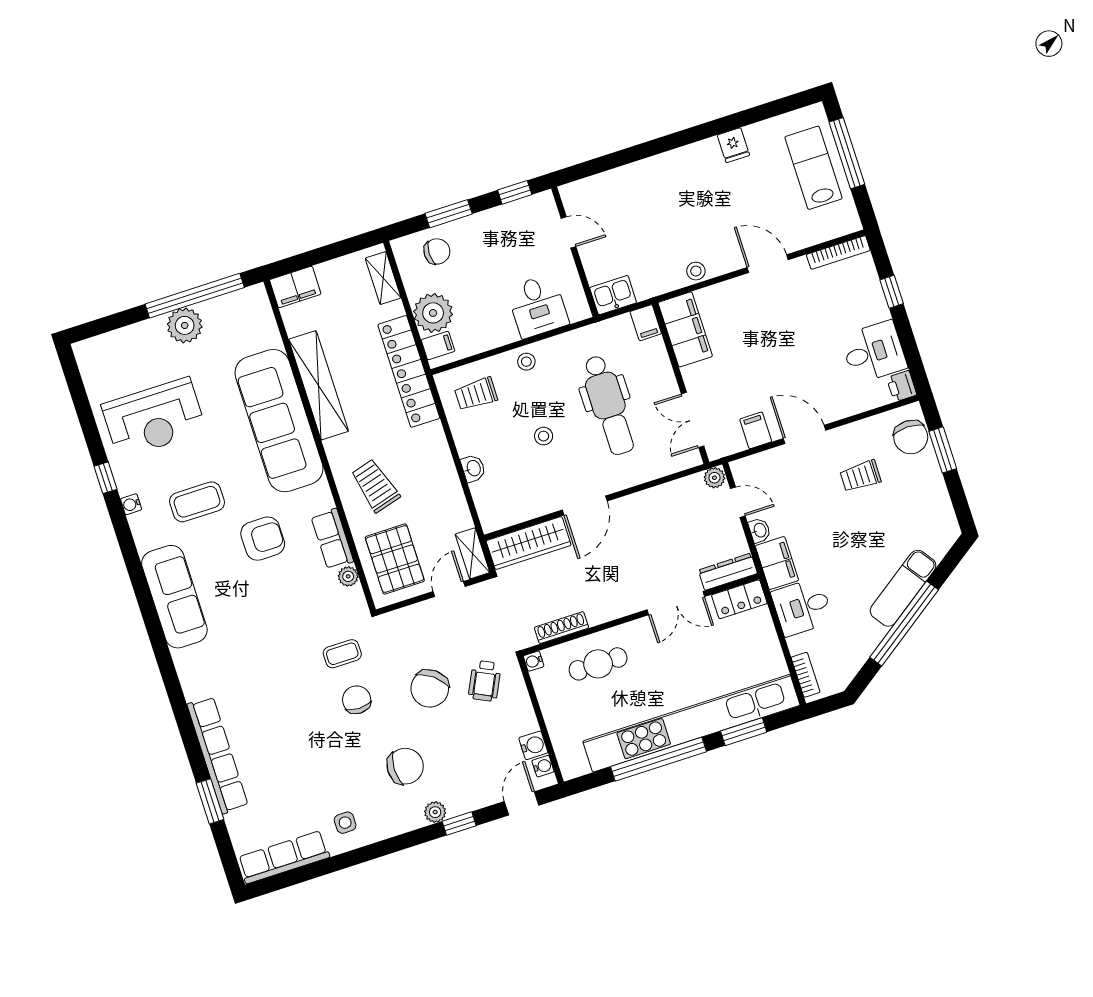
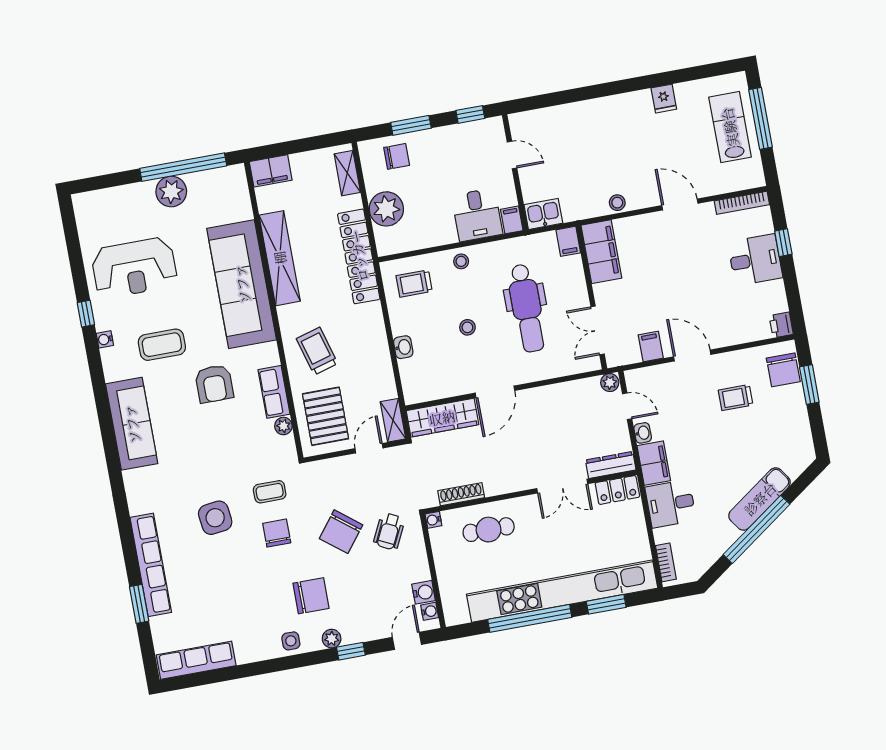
filing cabinet: (438, 346) -> (512, 220), moved, turned -90
desk: (874, 352) -> (755, 260), moved
armchair: (263, 539) -> (214, 384), turned 90
side table: (284, 691) -> (215, 518), added
side table: (345, 823) -> (291, 641), moved

